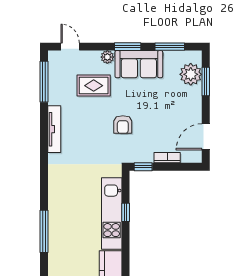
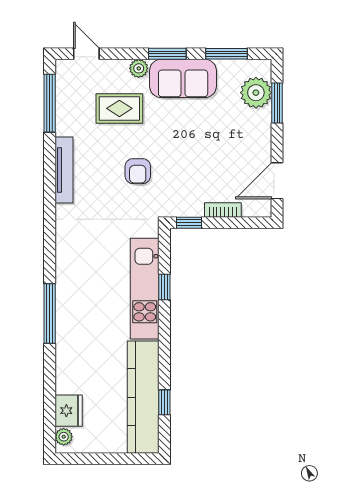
armchair: (123, 124) -> (138, 171), moved

